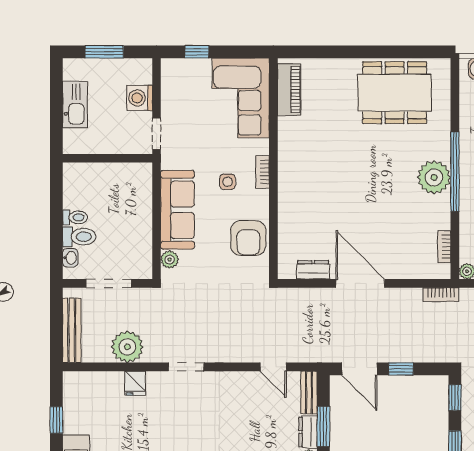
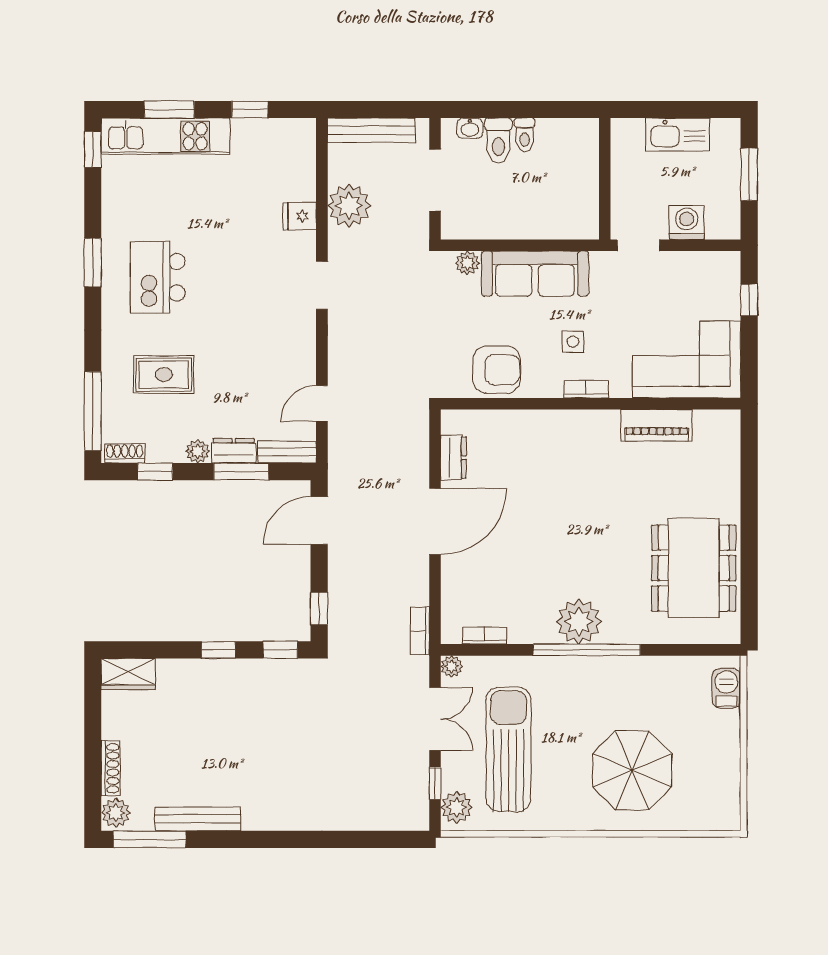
piano: (289, 90) -> (657, 425), moved
armchair: (248, 238) -> (497, 370), turned 180
window: (401, 369) -> (319, 609), moved

